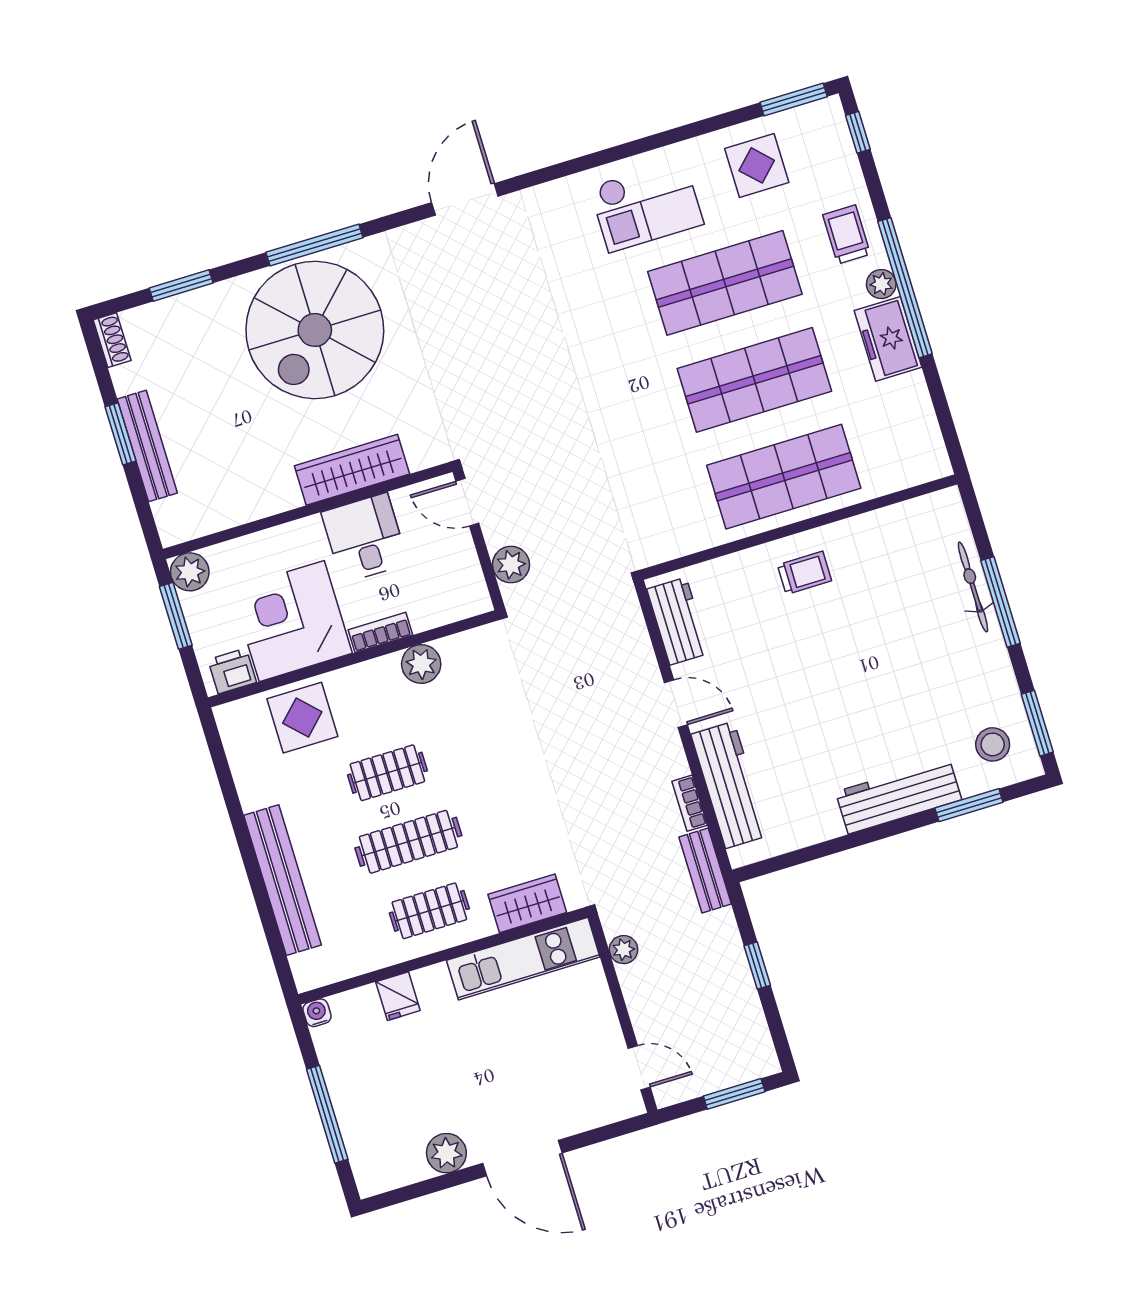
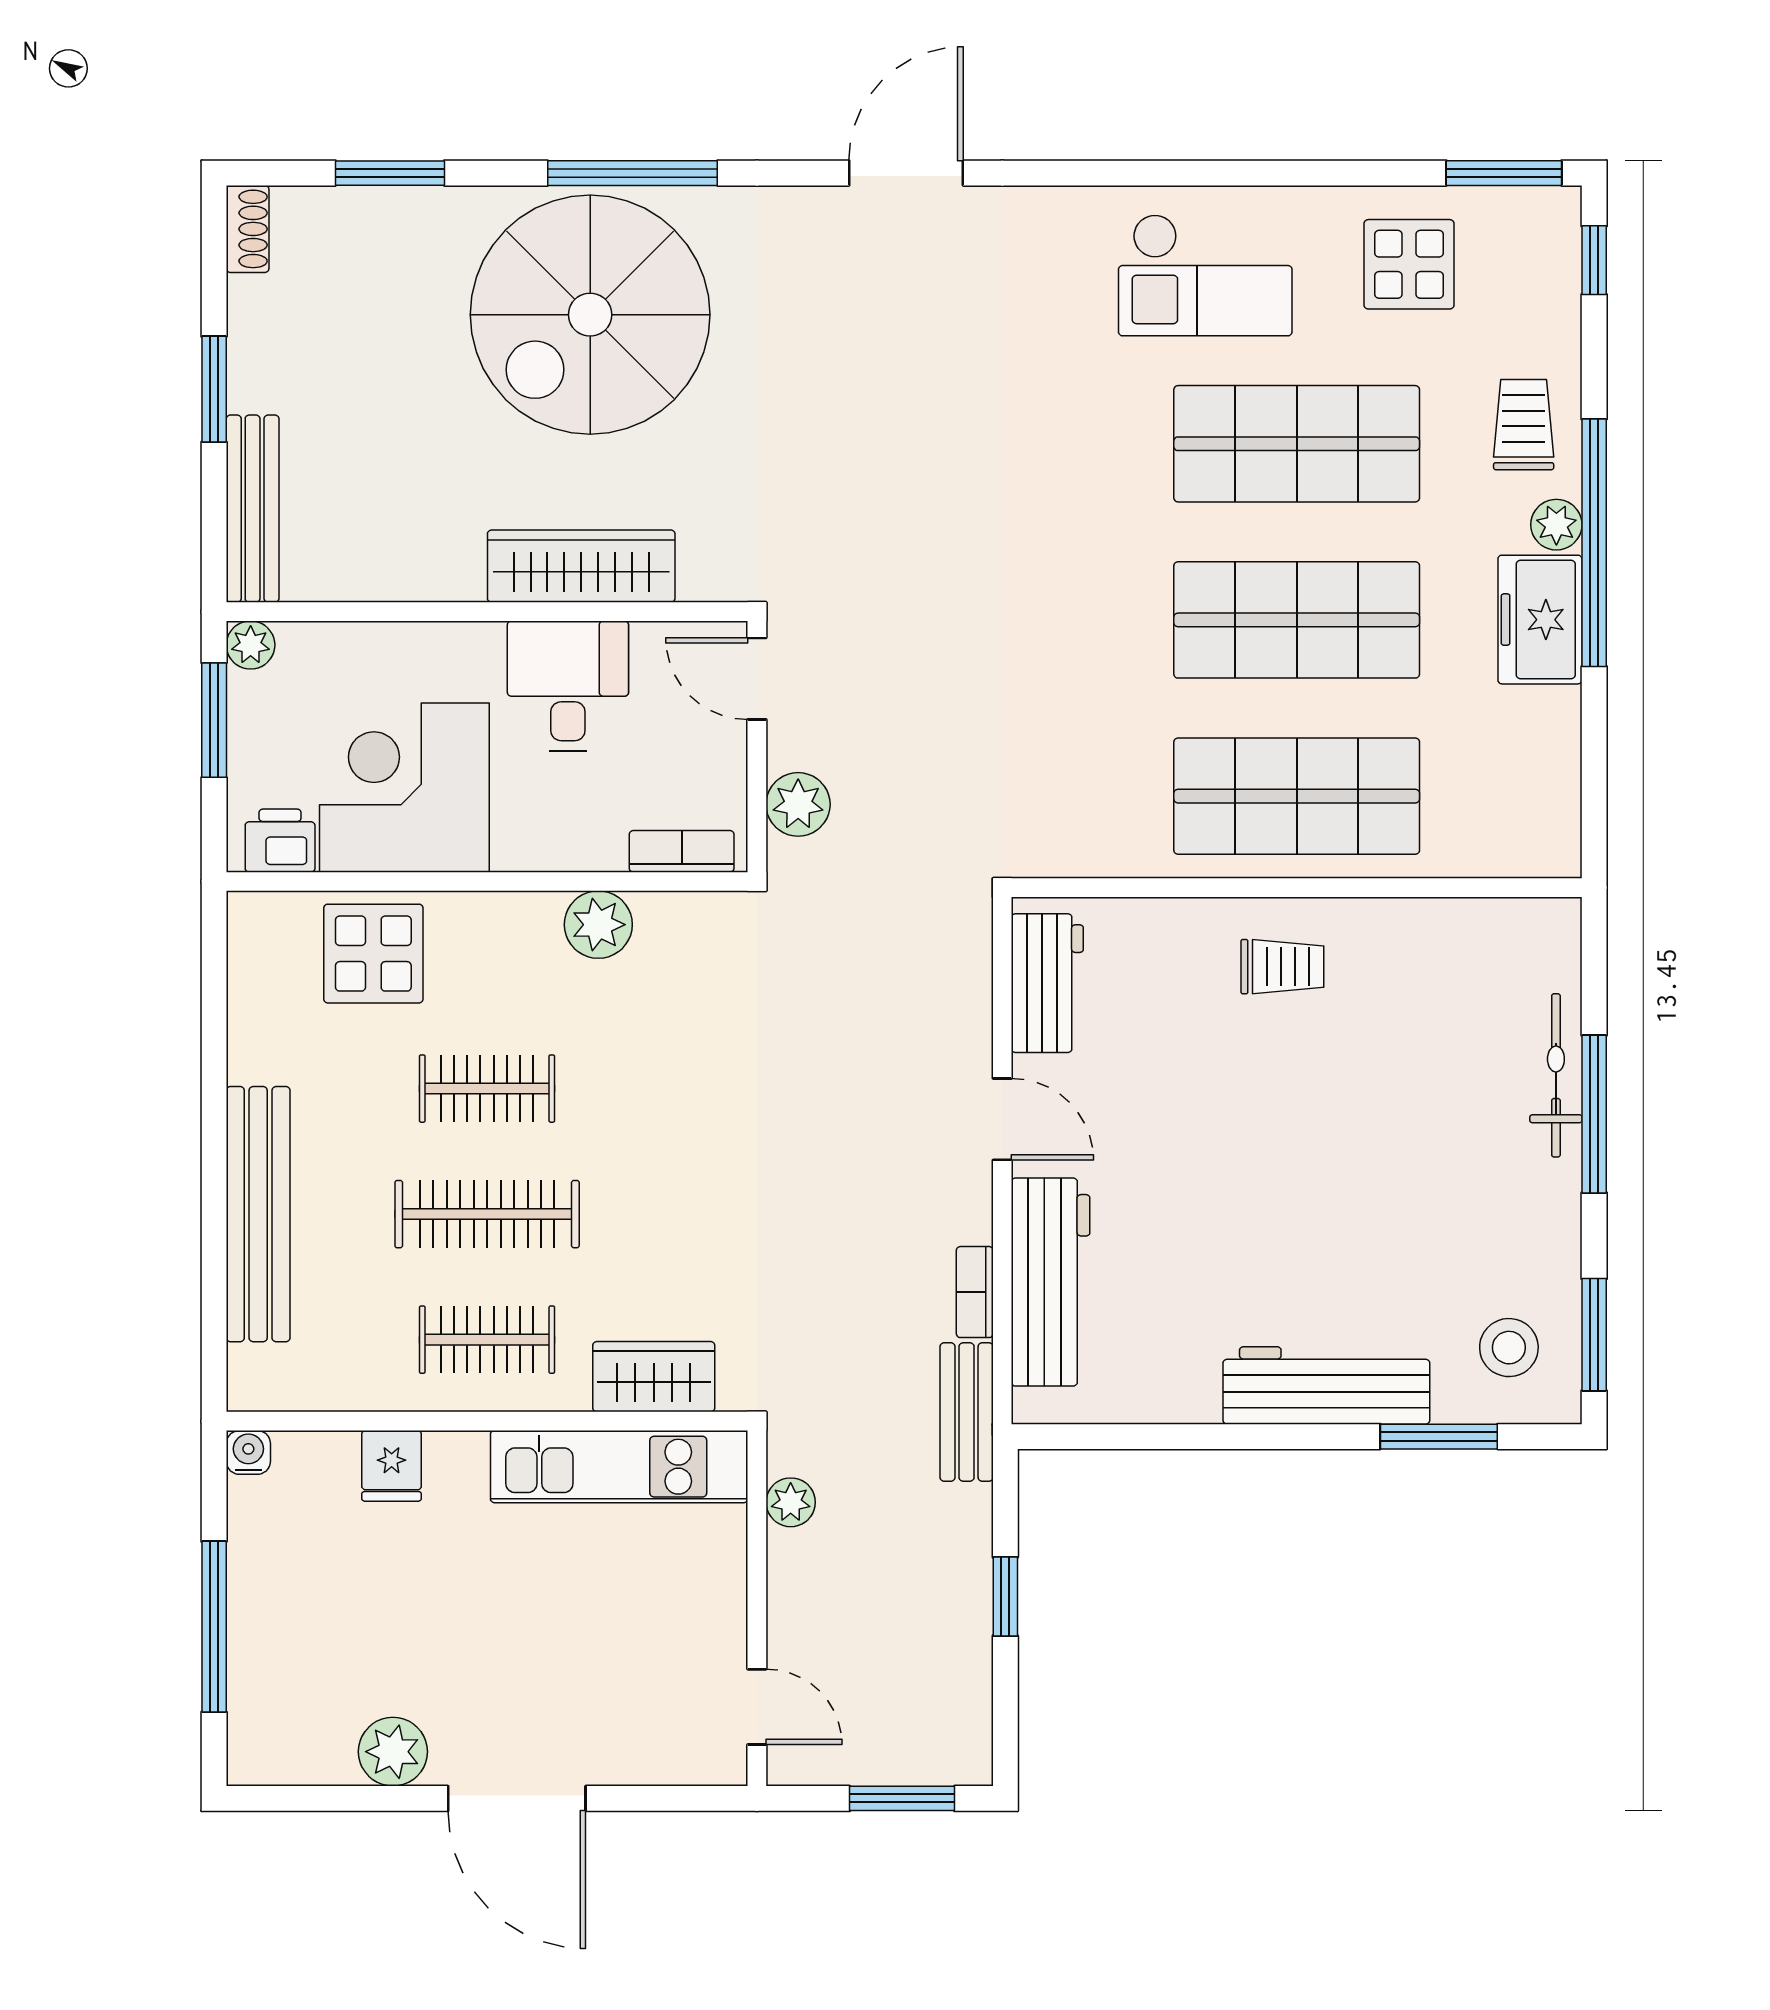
bench: (147, 446) -> (253, 509), moved
plant: (190, 572) -> (251, 645), width x0.73, depth x0.73
bookcase: (380, 632) -> (682, 851), moved

